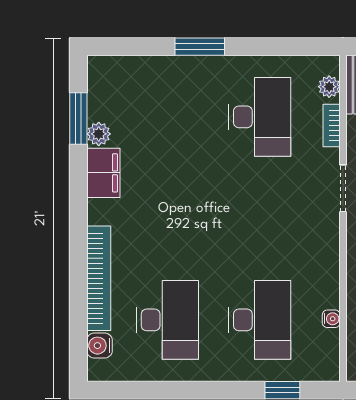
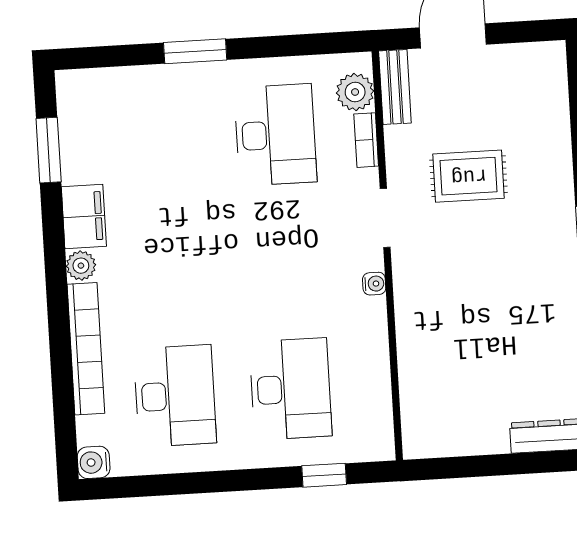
plant: (329, 87) -> (355, 92), width x1.38, depth x1.38
plant: (99, 134) -> (81, 266), moved
water cooler: (331, 319) -> (374, 284), moved
water cooler: (99, 346) -> (94, 462), moved

